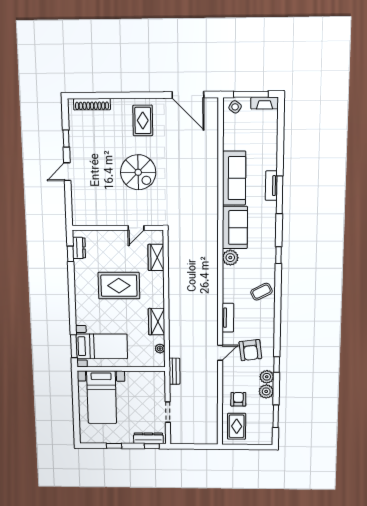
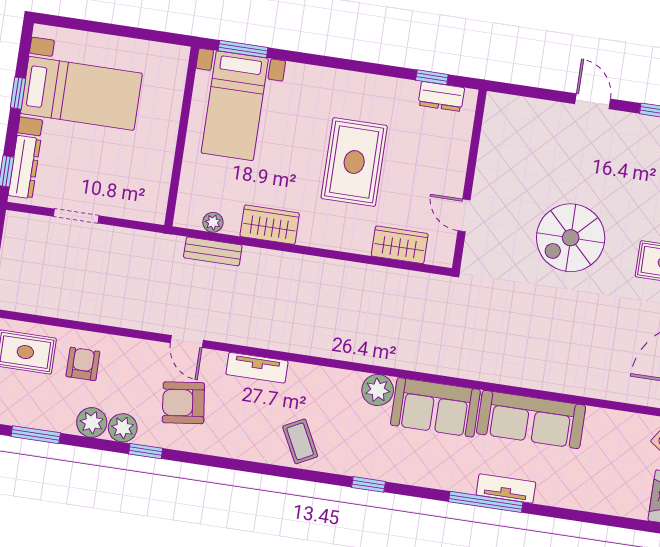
bench: (174, 371) -> (213, 251), moved
bed with nightstands: (102, 397) -> (81, 93), moved, turned 180
armchair: (238, 399) -> (83, 364), turned -90

